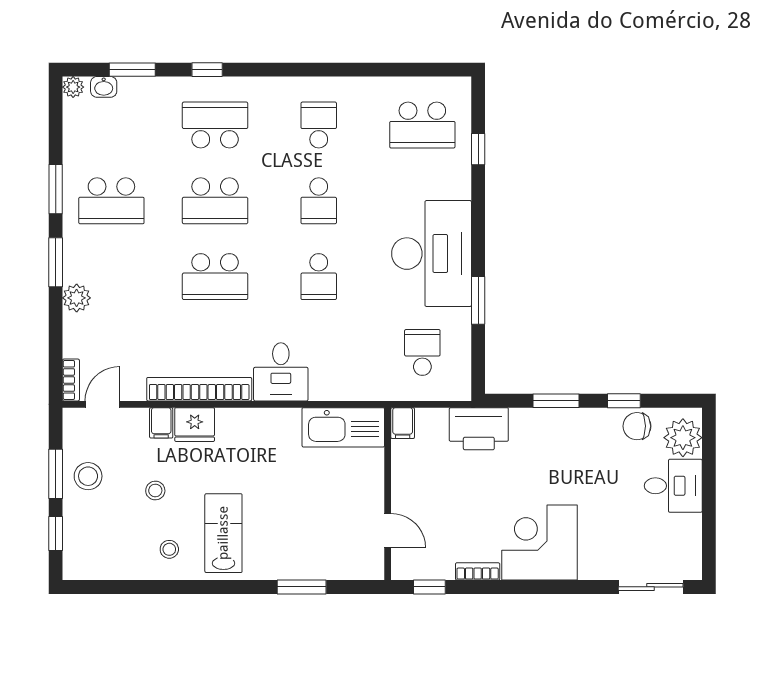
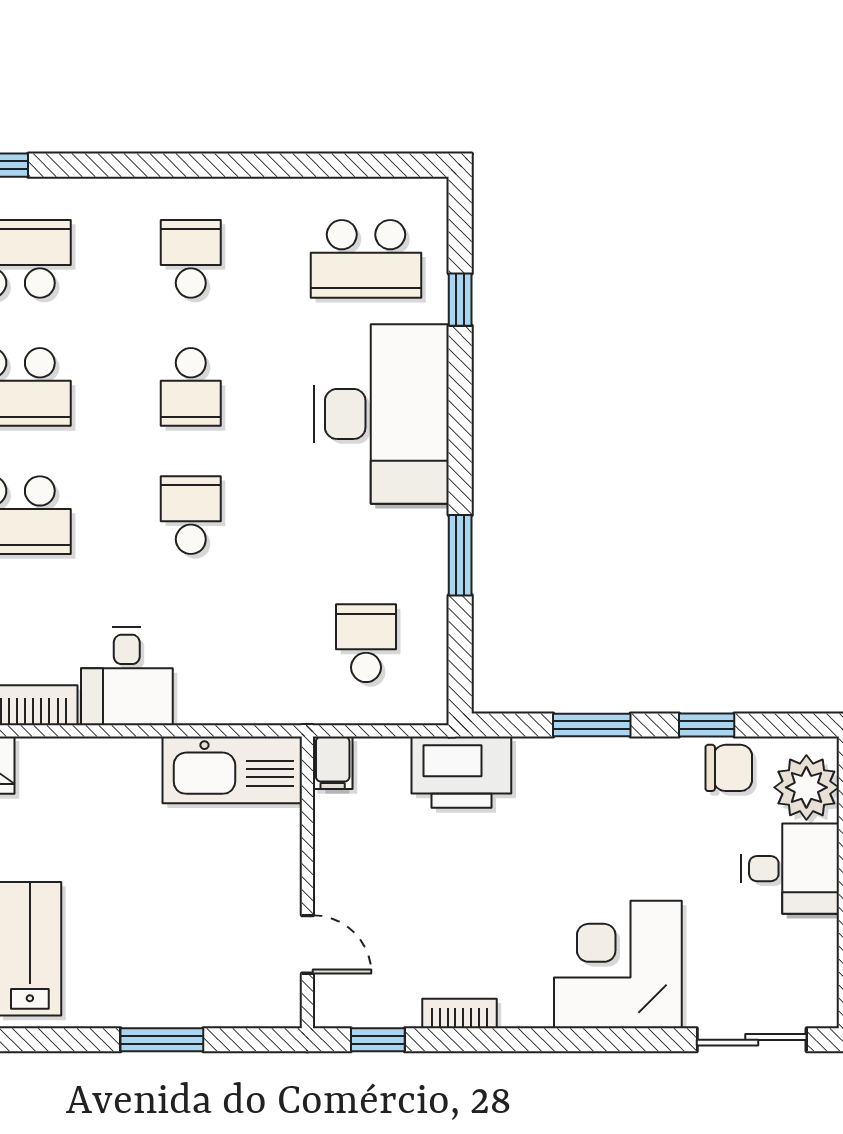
desk: (432, 254) -> (382, 414), moved
school desk: (319, 277) -> (191, 515), turned 180
chair: (637, 426) -> (729, 768), turned 180
corner desk: (539, 542) -> (618, 965), moved

